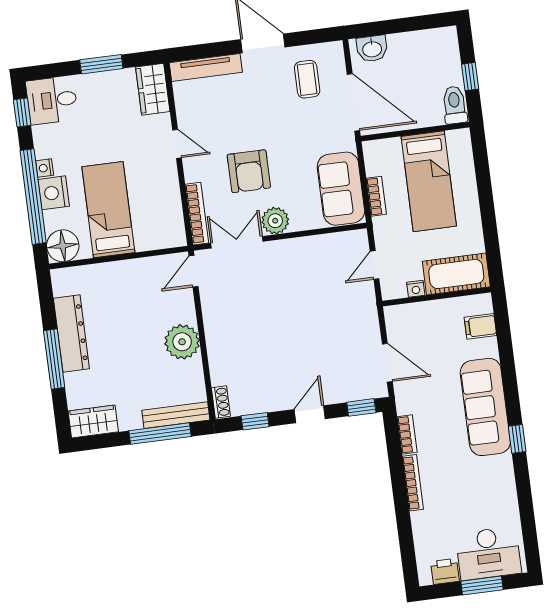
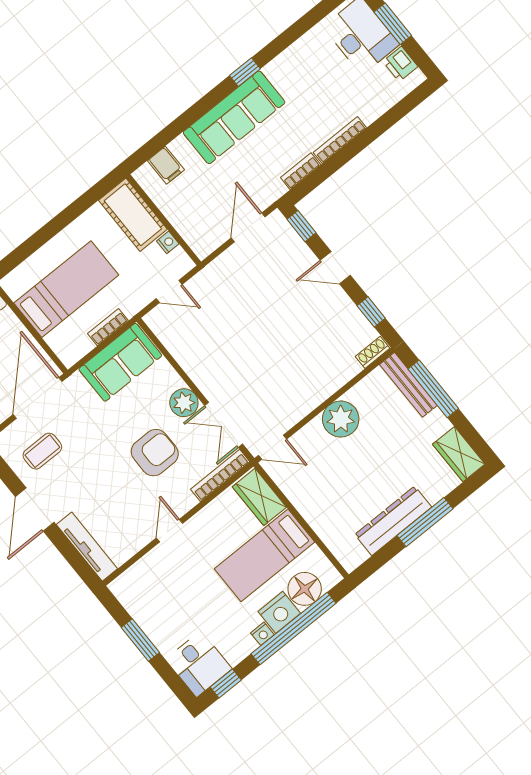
wardrobe: (153, 89) -> (259, 497), moved, turned 90
floor lamp: (63, 246) -> (305, 589), moved

